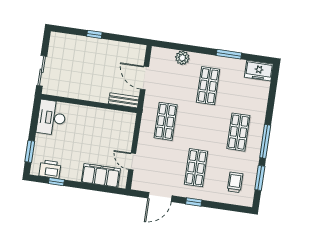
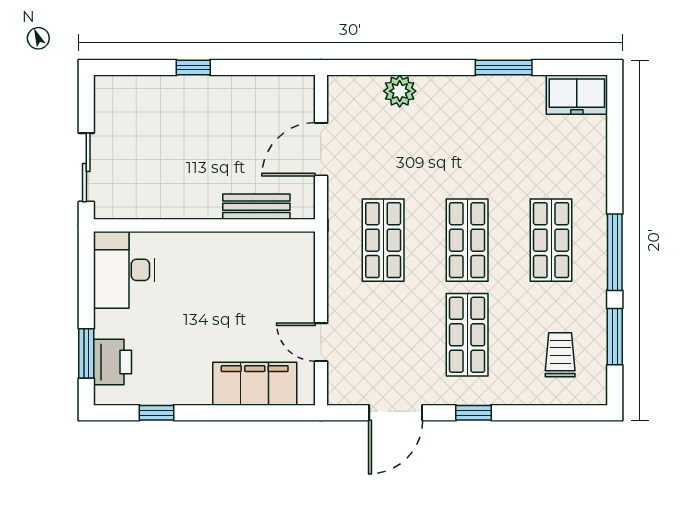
door: (145, 78) -> (321, 149), hinge flipped
shop shelf: (208, 86) -> (467, 240), moved
bench: (124, 100) -> (256, 207), moved
printer: (50, 169) -> (113, 362), moved, turned 90

